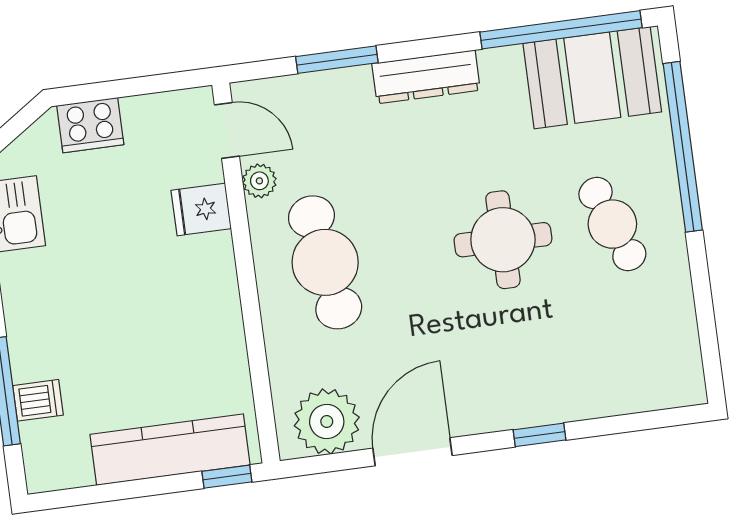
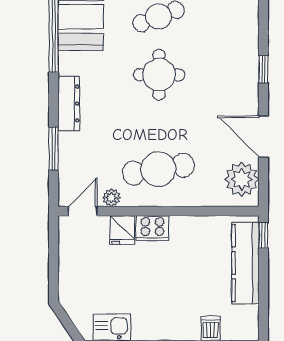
cooker: (90, 125) -> (152, 228), moved, turned 90

